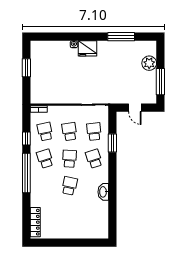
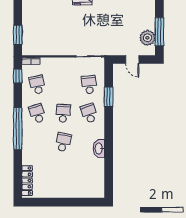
plant: (149, 63) -> (147, 38), moved
window: (26, 68) -> (18, 35), moved
school desk: (69, 132) -> (63, 85), removed
window: (26, 138) -> (18, 76), moved

